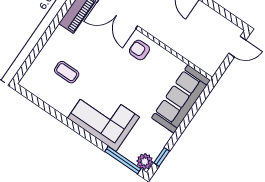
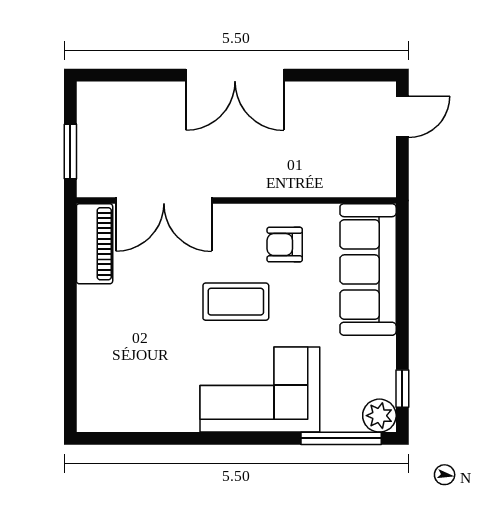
armchair: (139, 50) -> (285, 245), moved
coffee table: (67, 72) -> (236, 302), moved, width x1.36, depth x1.30

